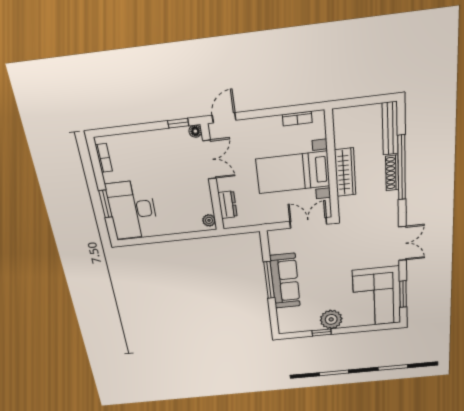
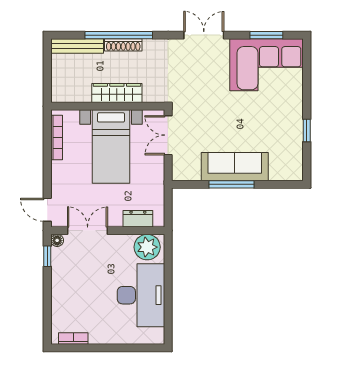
bookcase: (297, 119) -> (57, 138), width x1.56
window: (105, 204) -> (122, 348), removed
desk: (132, 210) -> (141, 295), moved, turned -90
plant: (209, 220) -> (147, 247), width x1.88, depth x1.88
plant: (331, 319) -> (290, 118), removed

